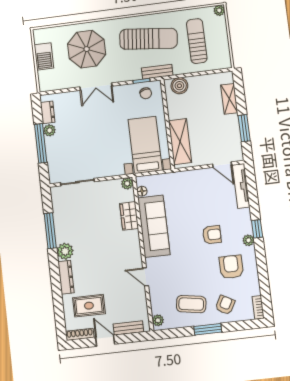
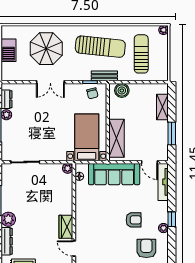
wardrobe: (129, 216) -> (66, 227), moved
sofa: (154, 226) -> (114, 174), moved, turned 90

